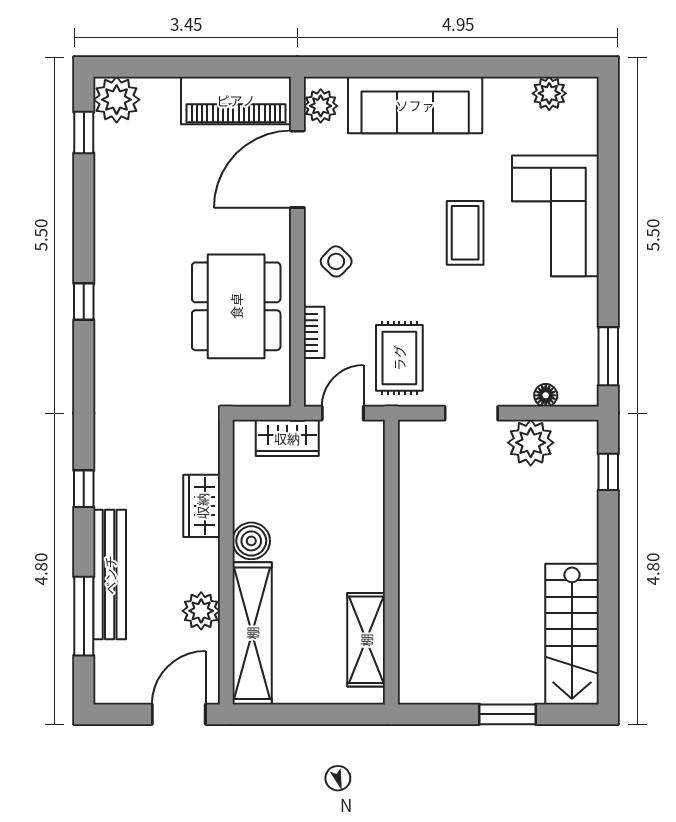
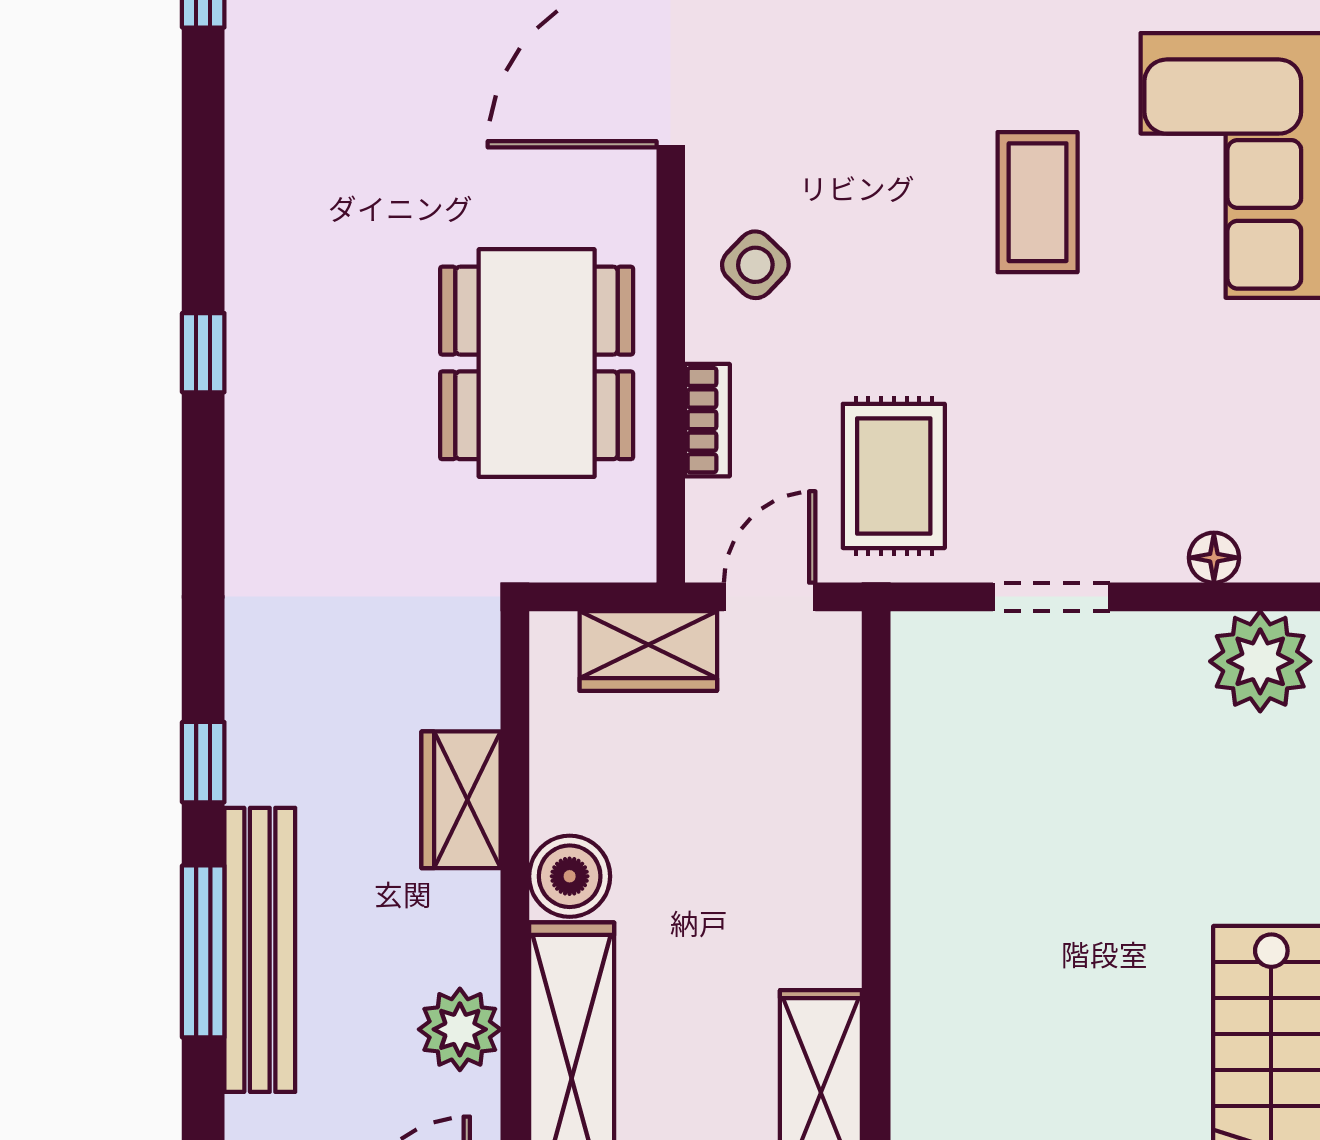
plant: (531, 443) -> (1260, 661), moved
window: (84, 616) -> (203, 951), moved

